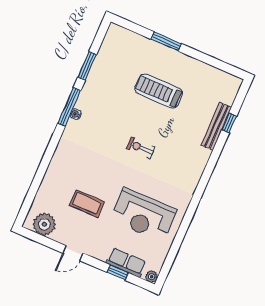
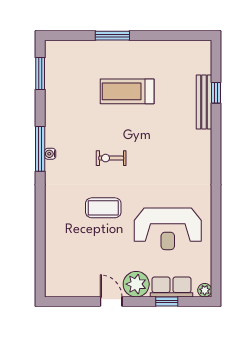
window: (87, 66) -> (40, 73), moved
exercise bike: (141, 148) -> (111, 158), moved
coffee table: (87, 204) -> (103, 208), moved
plant: (44, 224) -> (136, 284), moved
door: (73, 253) -> (111, 301), swing flipped

